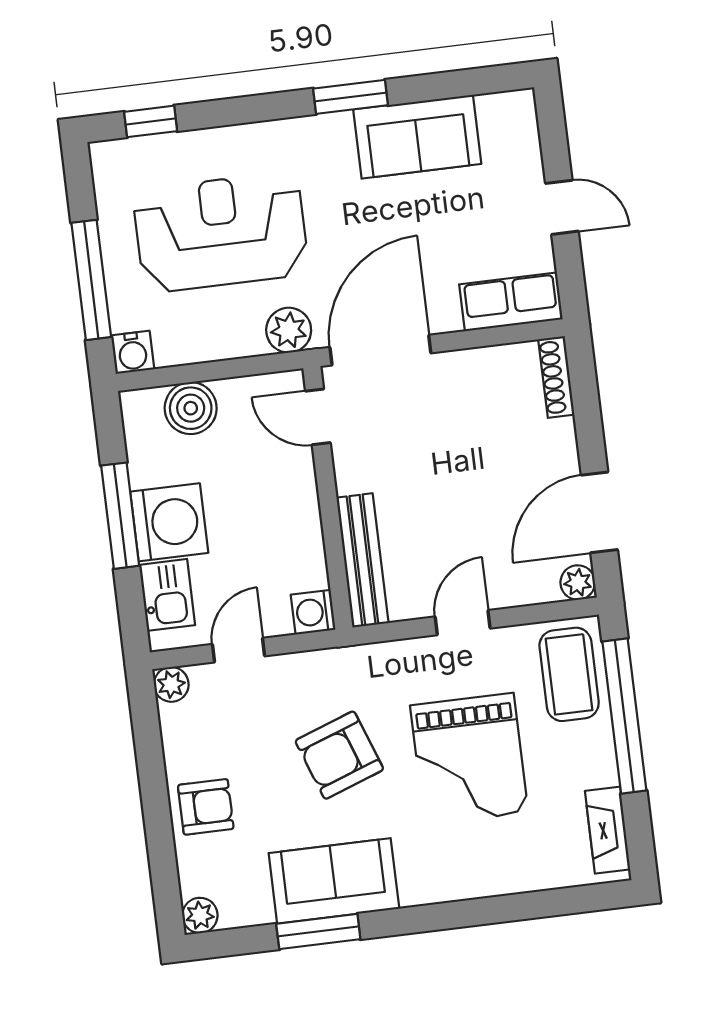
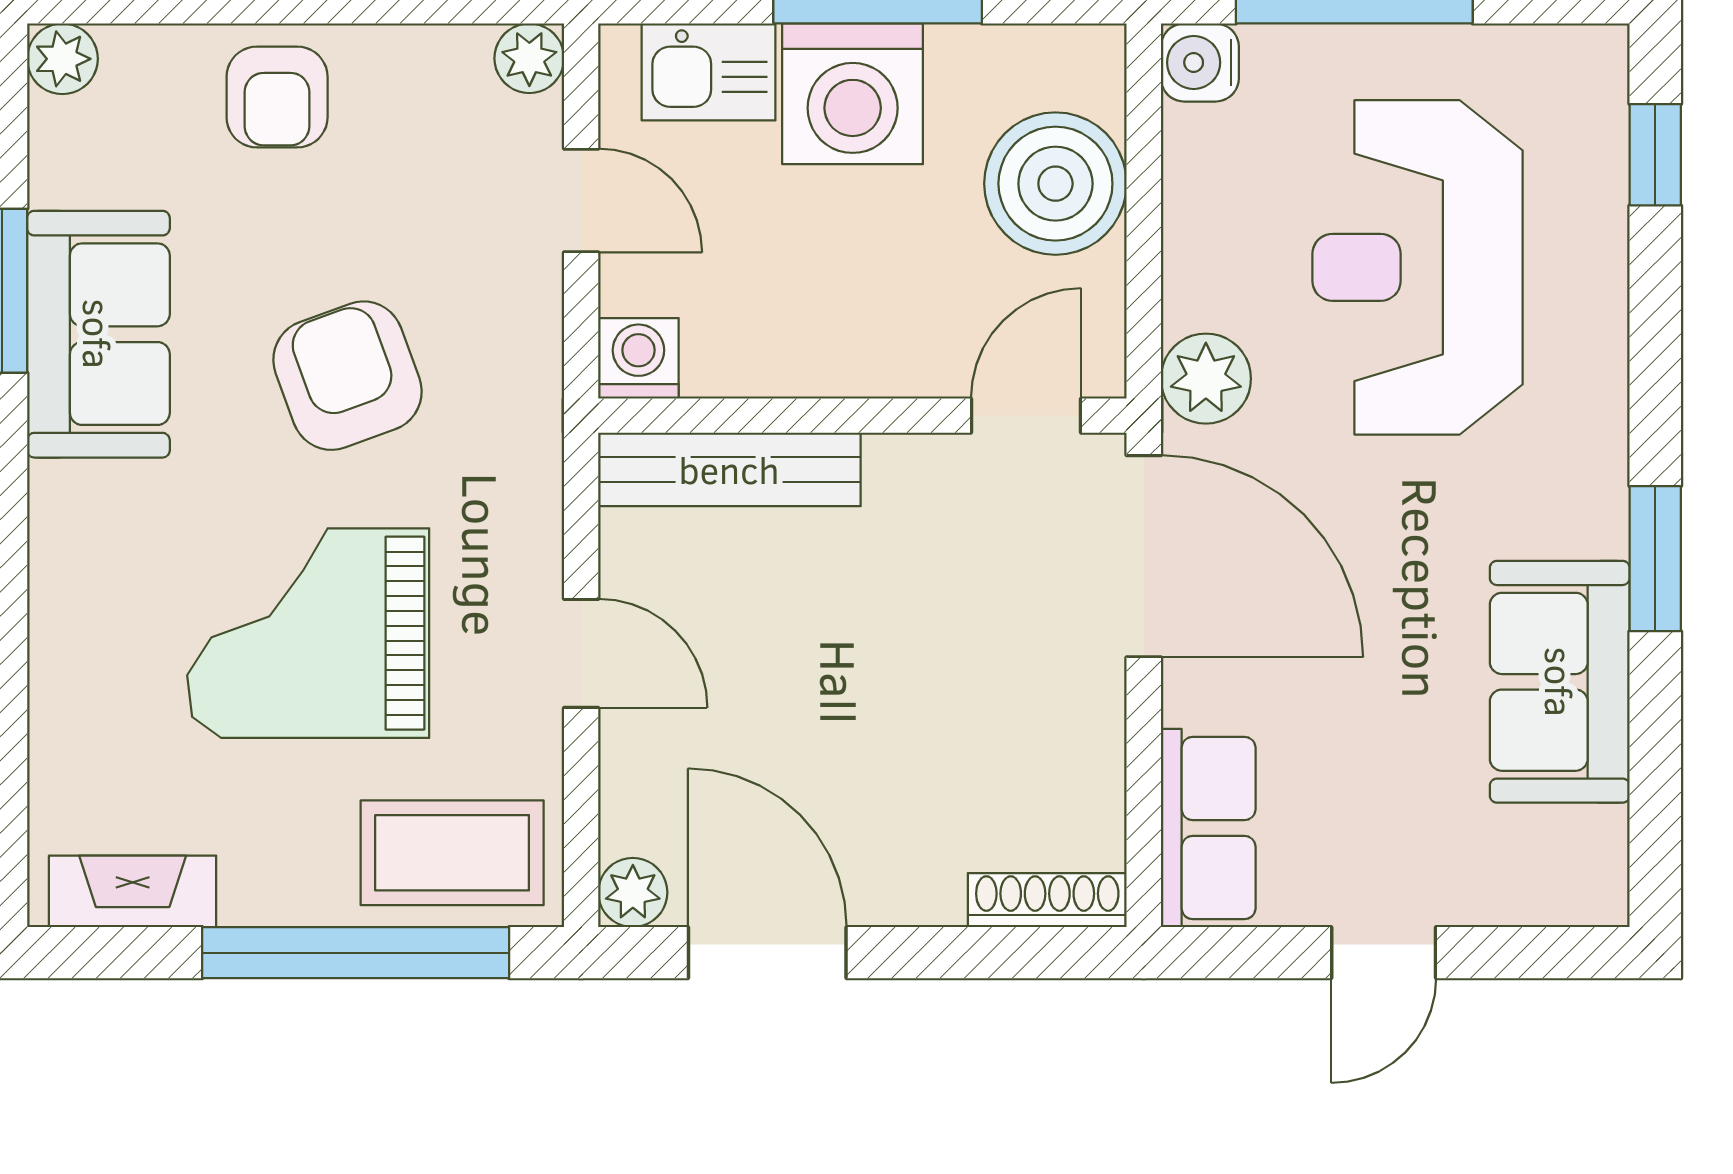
reception desk: (221, 232) -> (1418, 267), turned 180
boiler: (191, 408) -> (1055, 184), width x1.37, depth x1.37

